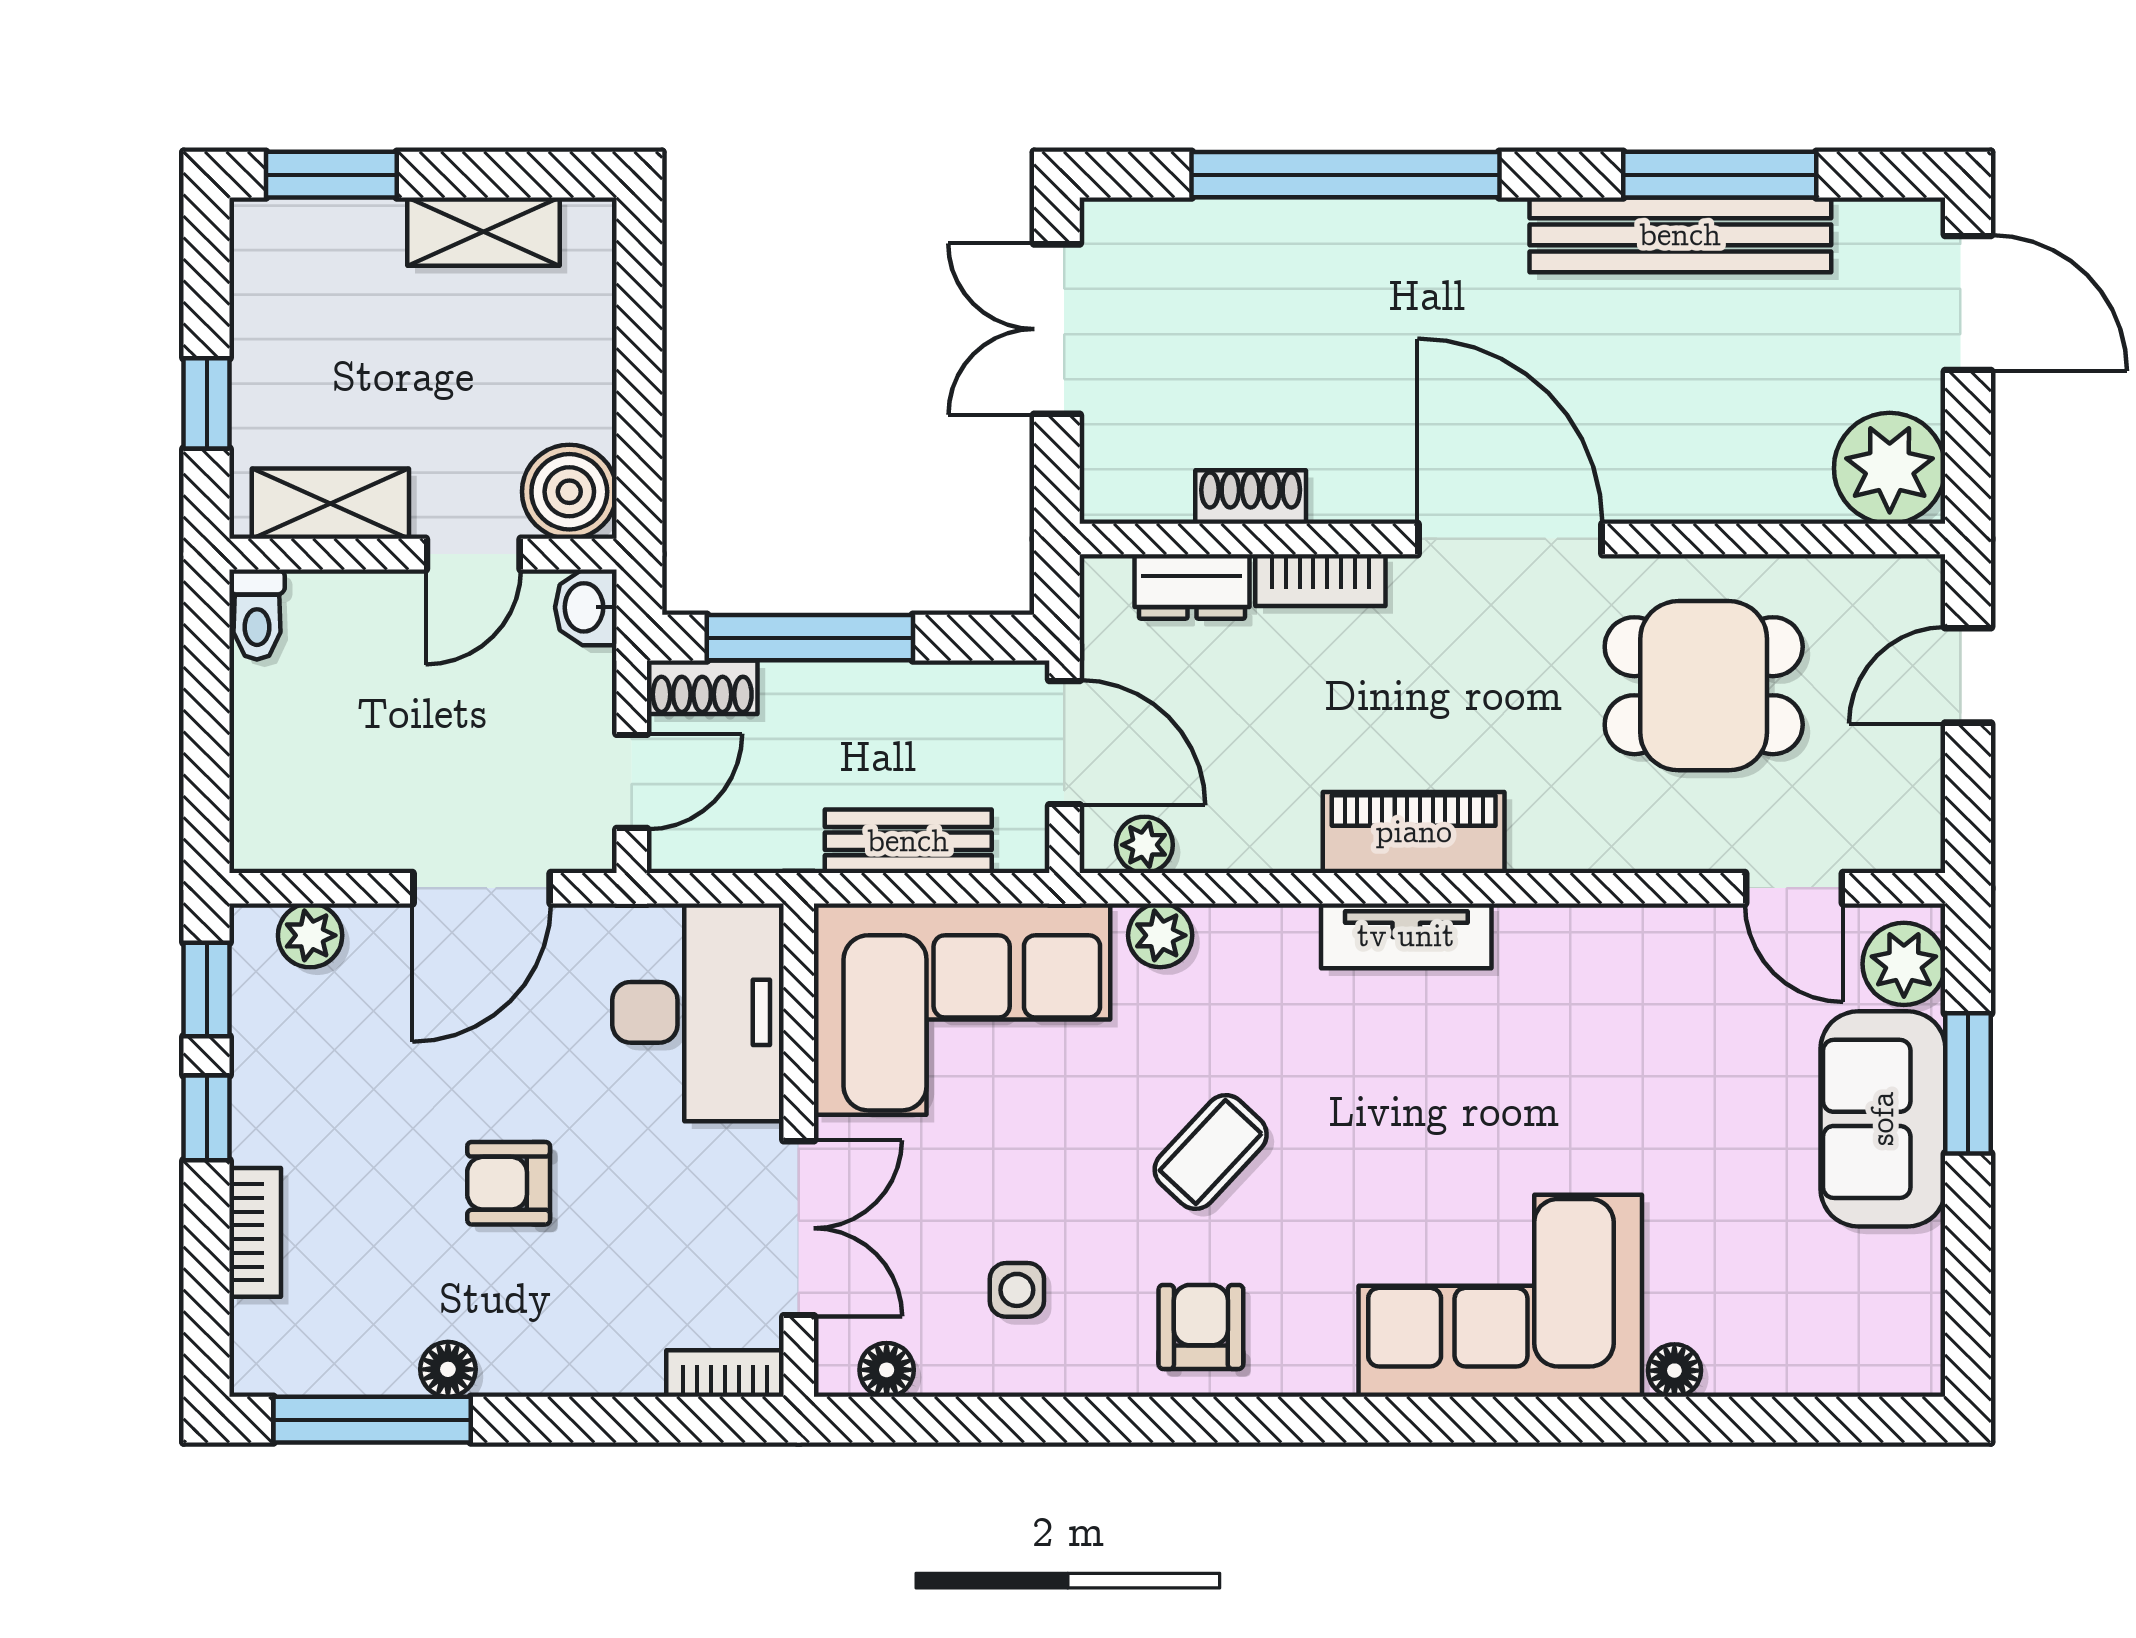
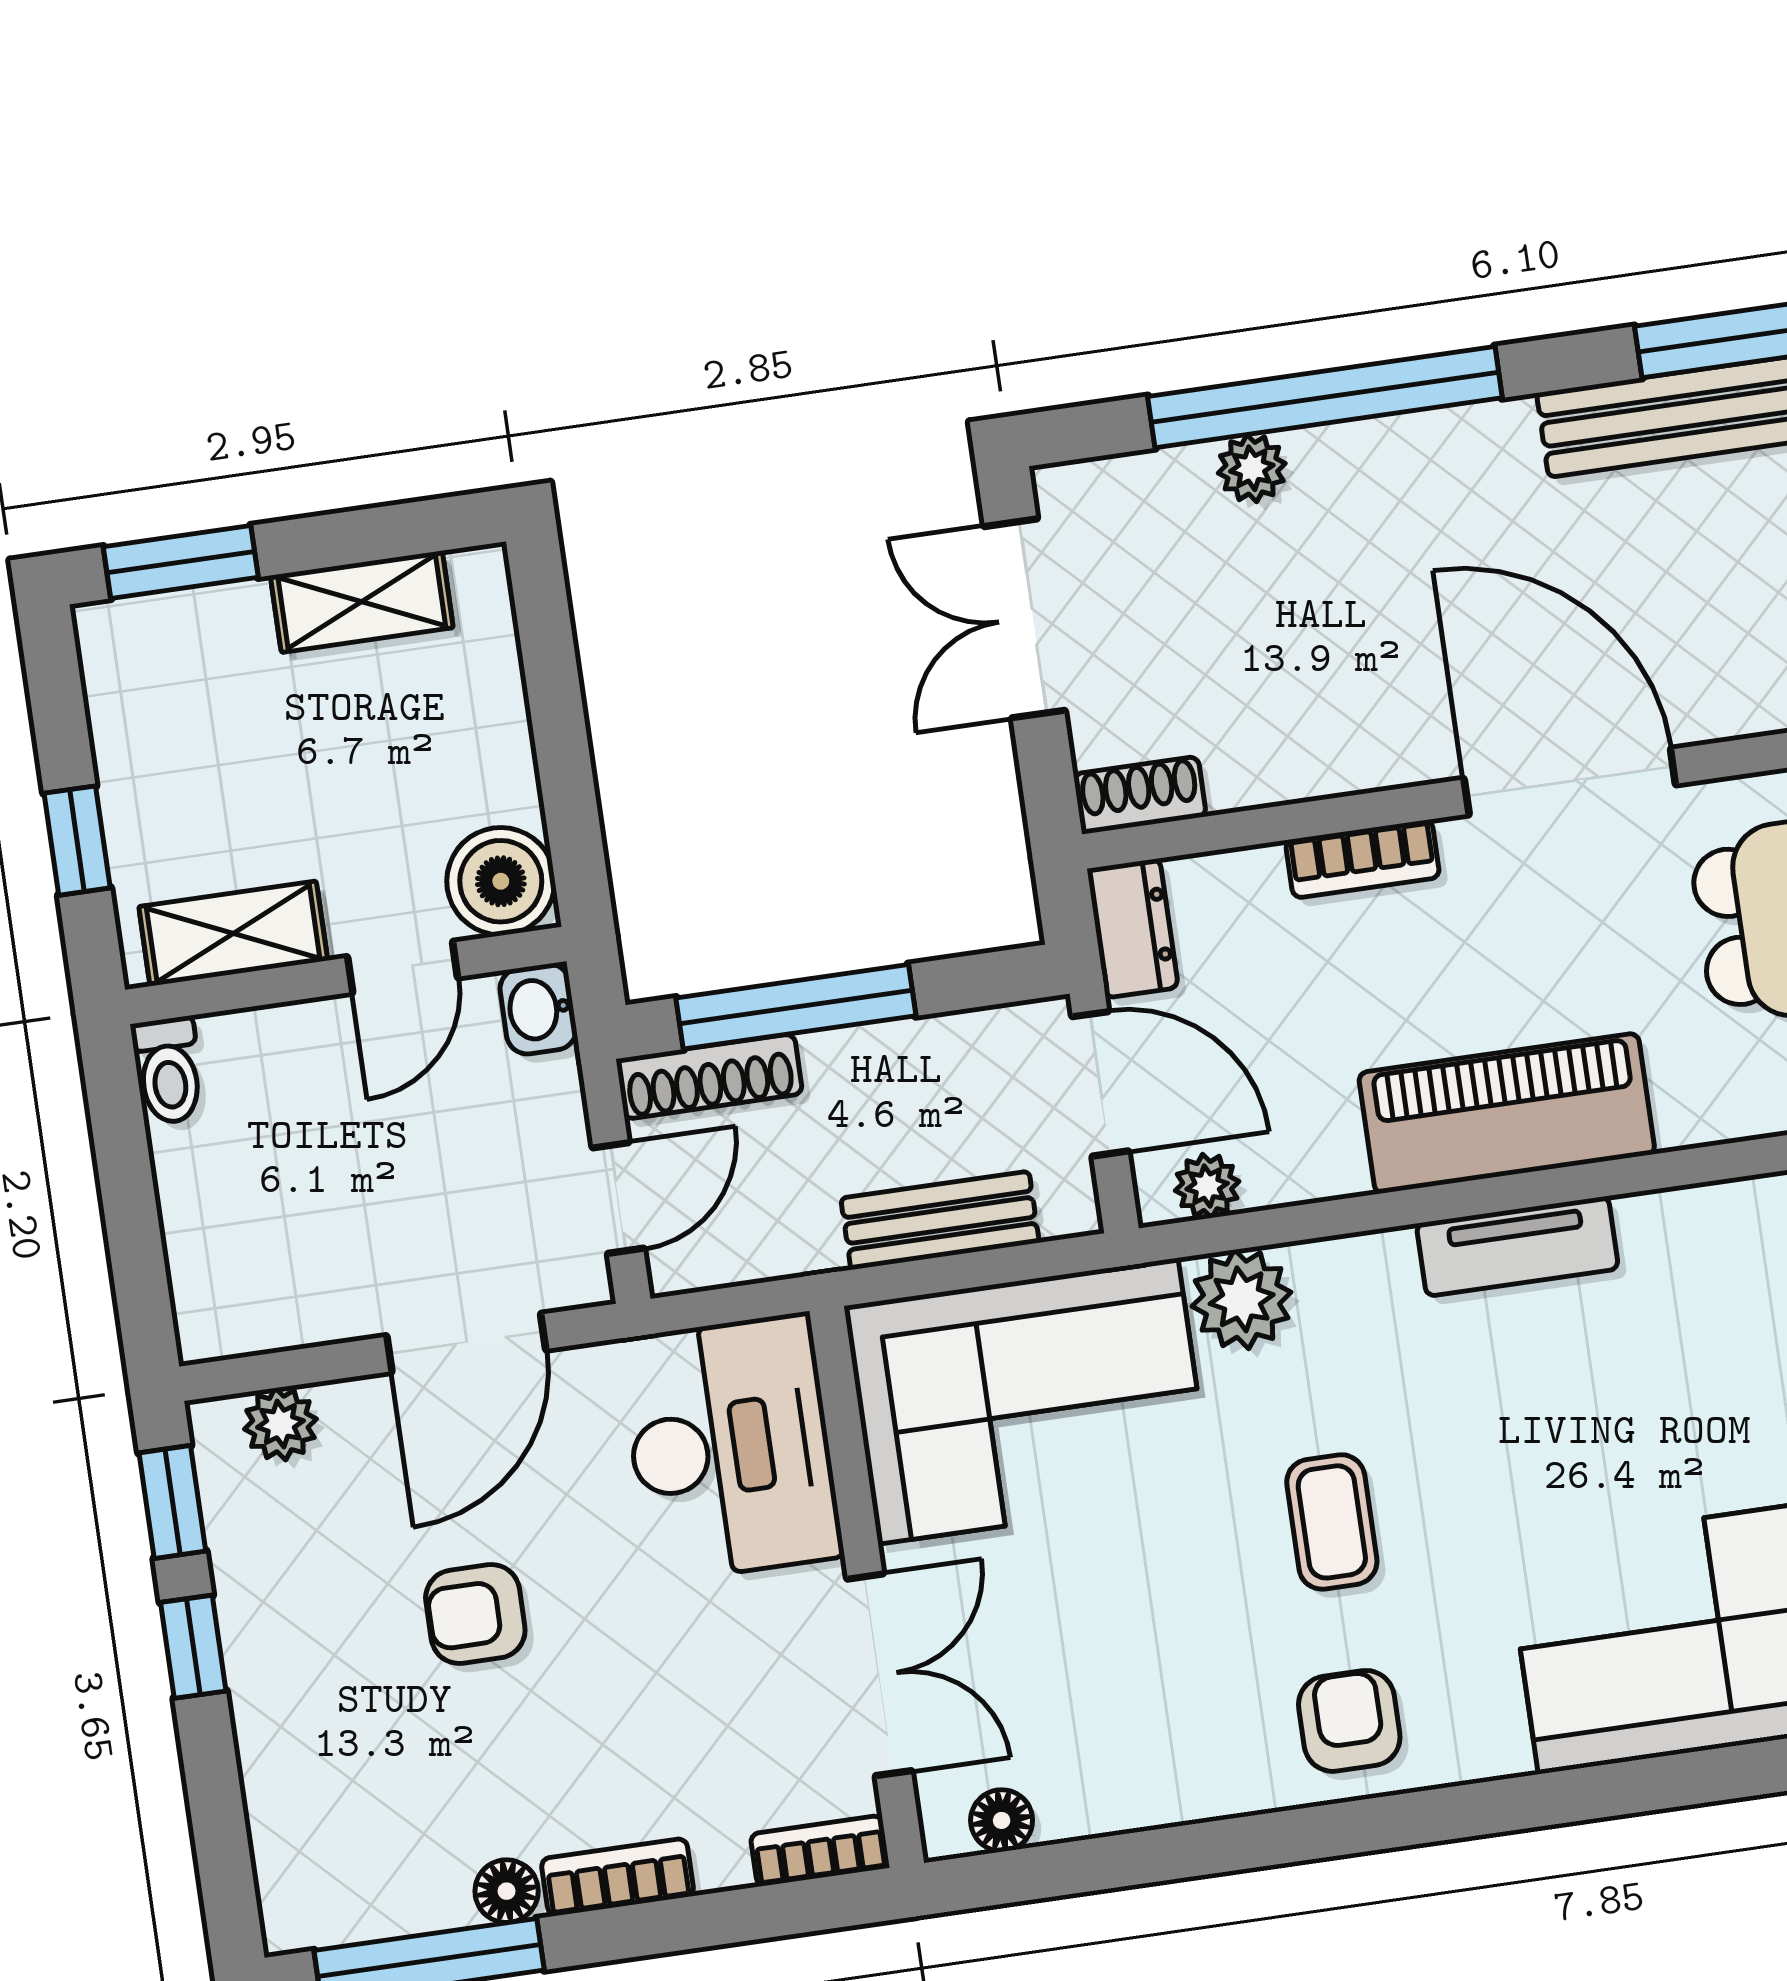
plant: (1273, 227) -> (1252, 468), added
shoe rack: (1251, 497) -> (1140, 795), moved
dresser: (1192, 586) -> (1133, 928), moved, turned -90
shoe rack: (702, 687) -> (709, 1076), width x1.43
piano: (1414, 832) -> (1507, 1113), width x1.37, depth x1.33
plant: (1160, 935) -> (1242, 1299), width x1.38, depth x1.38
coffee table: (1211, 1152) -> (1332, 1522), turned -43
armchair: (509, 1183) -> (475, 1614), moved
bookcase: (255, 1232) -> (618, 1877), moved, turned -90
side table: (1017, 1290) -> (1136, 1709), removed

